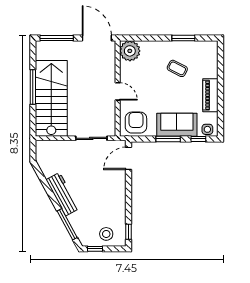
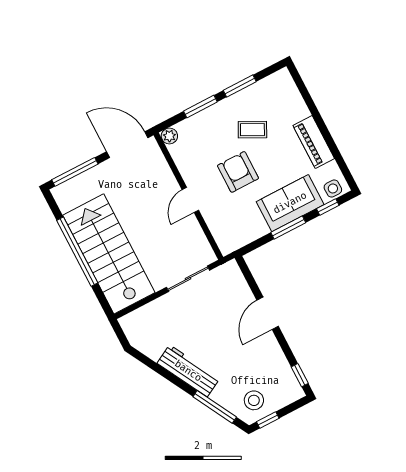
window: (153, 38) -> (200, 107), added
plant: (130, 51) -> (169, 136), width x0.53, depth x0.53
window: (33, 87) -> (77, 252), width x1.46
door: (118, 91) -> (190, 200), swing flipped
armchair: (136, 123) -> (238, 172), moved
door: (129, 158) -> (268, 313), moved
stool: (106, 234) -> (254, 400), moved

